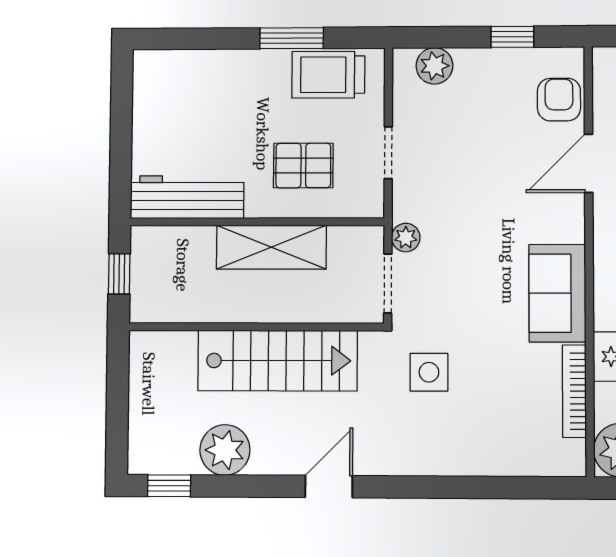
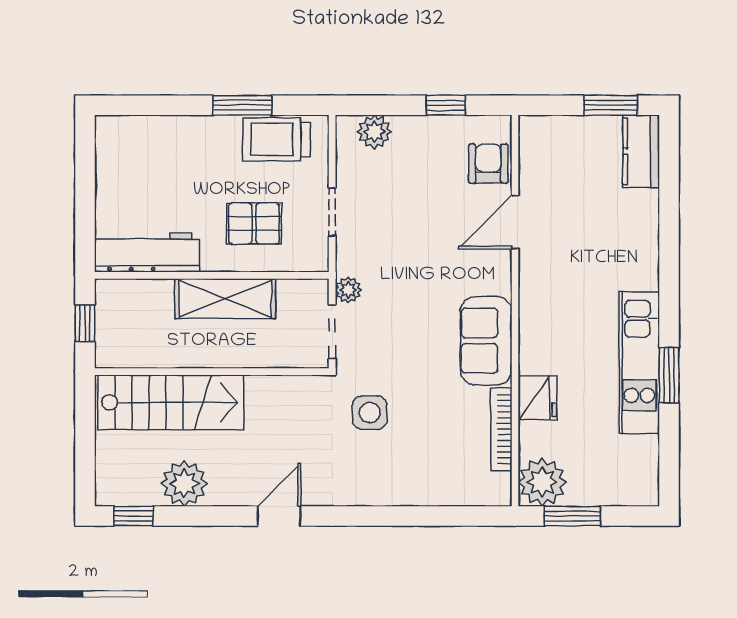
stairs: (278, 361) -> (171, 402), moved

